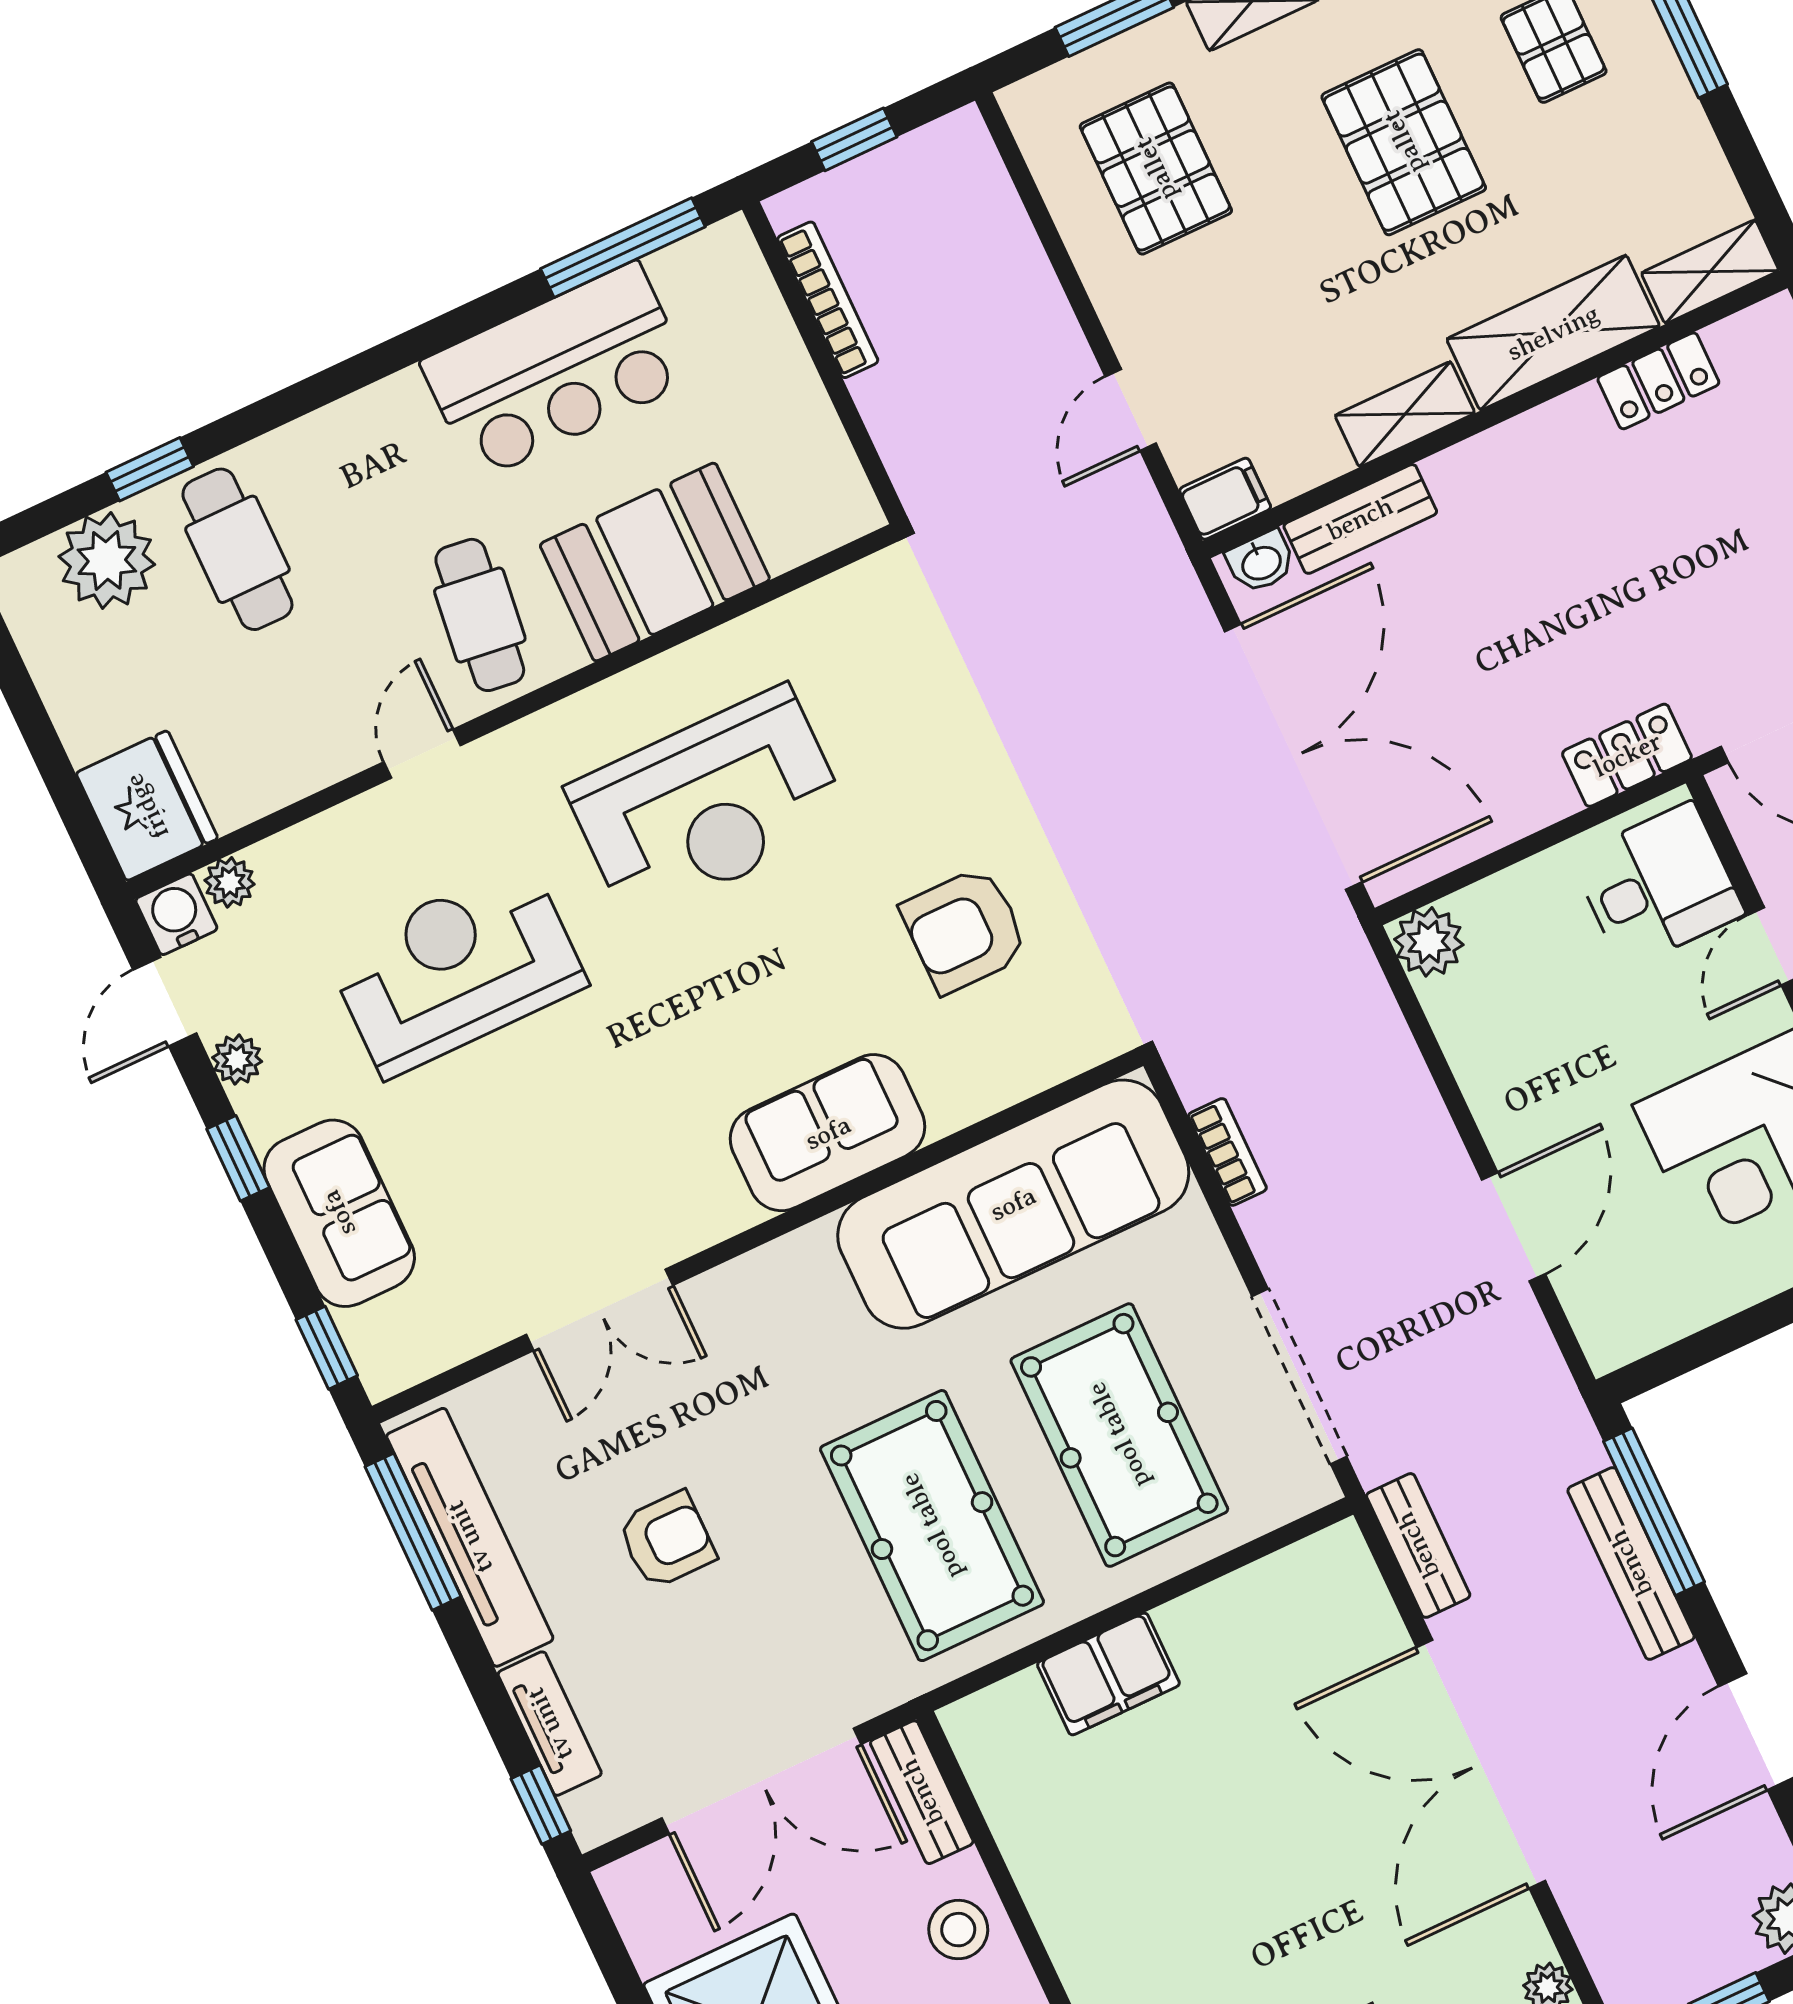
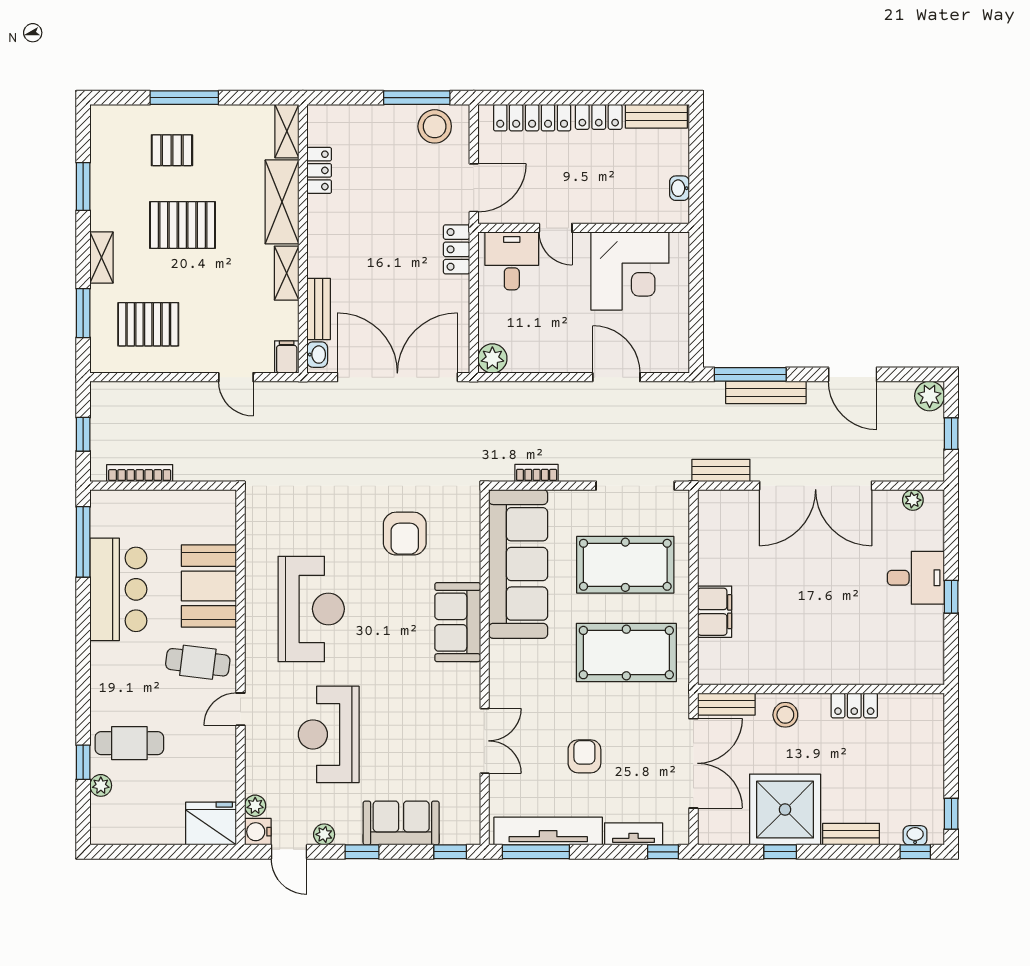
plant: (107, 560) -> (101, 785), width x0.53, depth x0.53
door: (422, 754) -> (240, 709), hinge flipped

